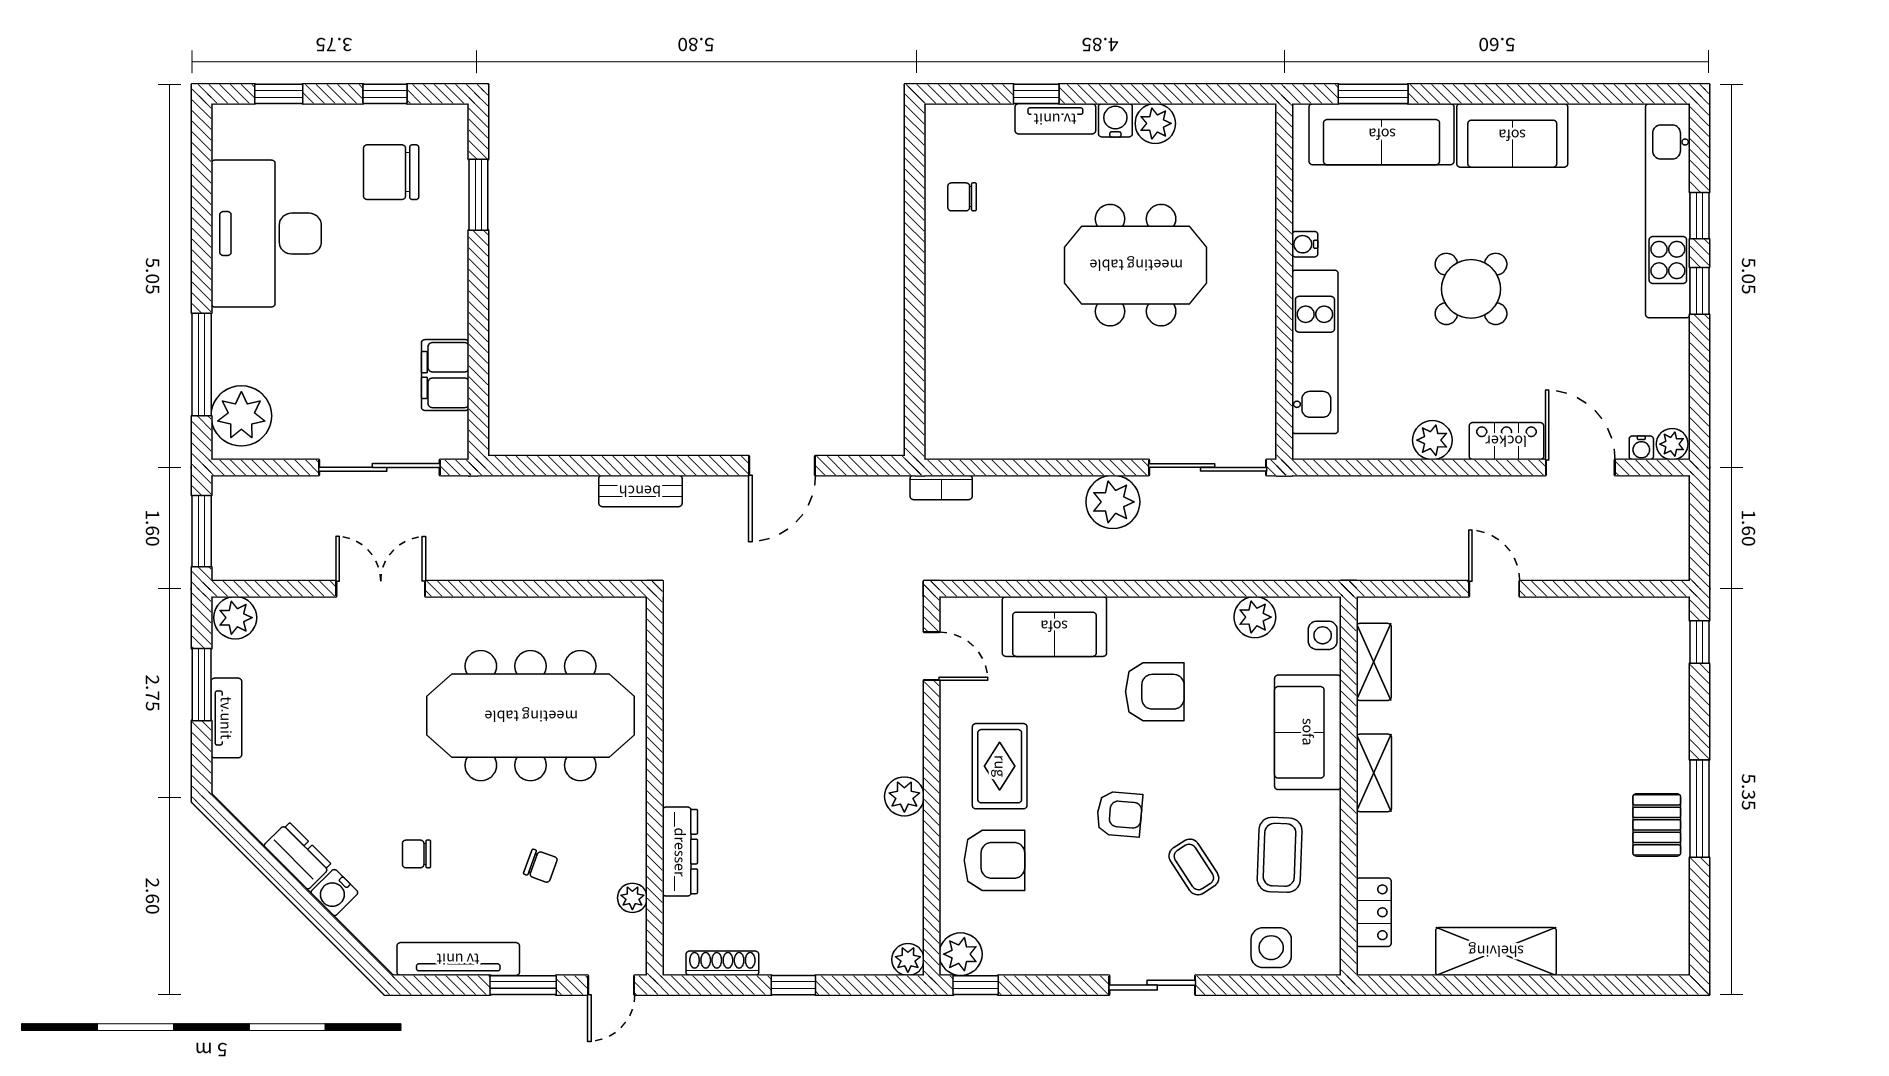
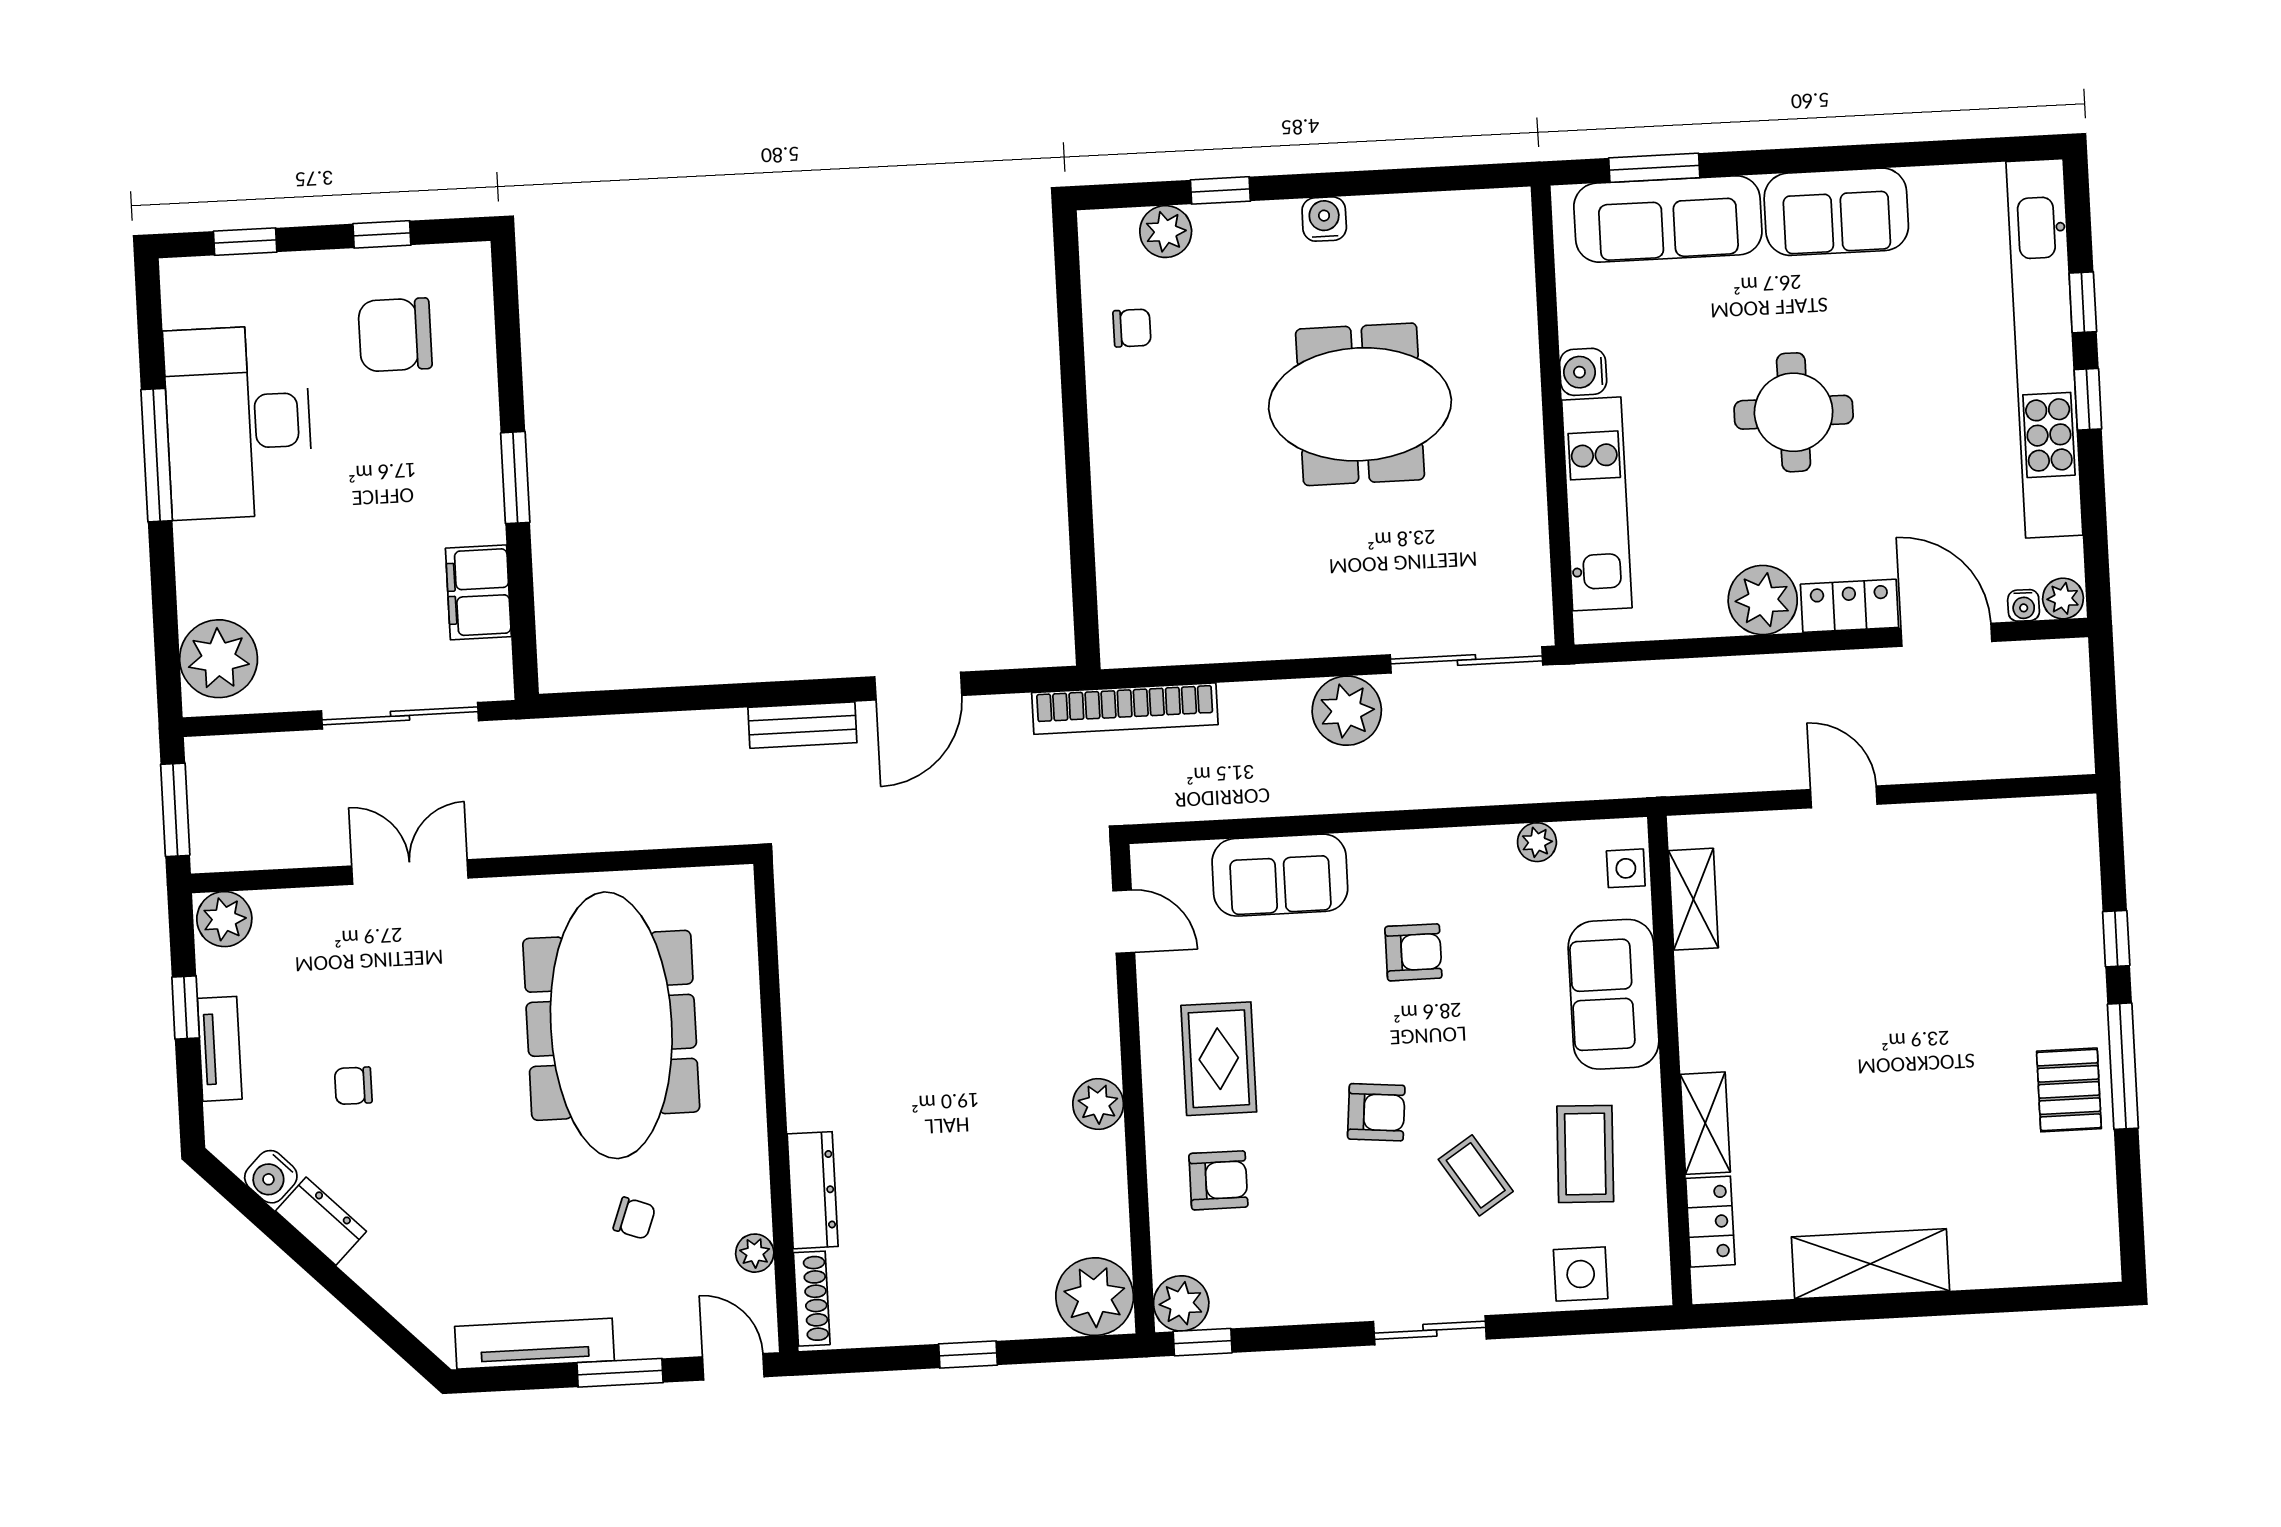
tv unit: (1055, 119) -> (1247, 221), removed
plant: (1155, 123) -> (1166, 232), moved
window: (478, 195) -> (515, 478), moved
chair: (962, 197) -> (1132, 328), turned 180
kitchen unit: (1668, 211) -> (2044, 348), width x1.36
water cooler: (1305, 244) -> (1583, 372), width x1.38, depth x1.38
round table: (1471, 289) -> (1794, 412), turned 45
window: (202, 365) -> (157, 455), moved
plant: (1432, 440) -> (1763, 600), width x1.36, depth x1.36
bookcase: (941, 487) -> (1125, 709), width x2.31, depth x1.31
bench: (640, 491) -> (802, 725), moved
plant: (1255, 617) -> (1537, 842), width x0.73, depth x0.73
window: (1700, 642) -> (2116, 939), moved
window: (202, 685) -> (186, 1007), width x0.67
armchair: (1155, 692) -> (1413, 952), width x0.72, depth x0.72
meeting table: (531, 716) -> (611, 1025), turned 90
shelving: (1374, 773) -> (1705, 1123), moved
chair: (417, 854) -> (353, 1086), moved
armchair: (994, 860) -> (1218, 1180), width x0.72, depth x0.72
water cooler: (334, 893) -> (271, 1177), moved
plant: (908, 959) -> (1095, 1297), width x1.88, depth x1.88
shoe rack: (722, 963) -> (812, 1299), moved, turned 90
door: (611, 985) -> (733, 1367), swing flipped

